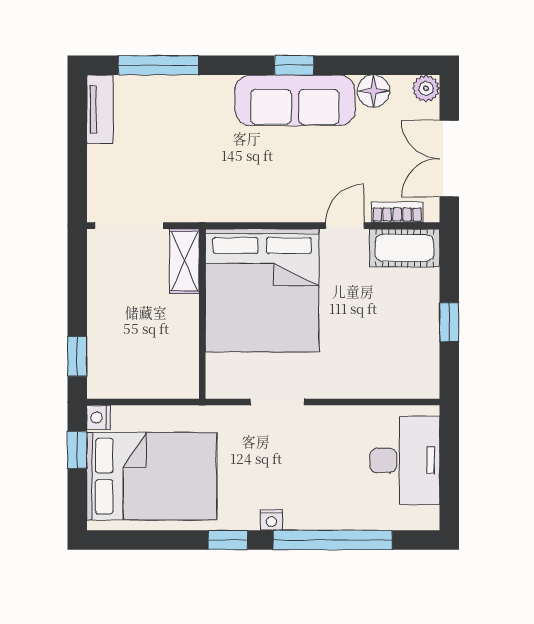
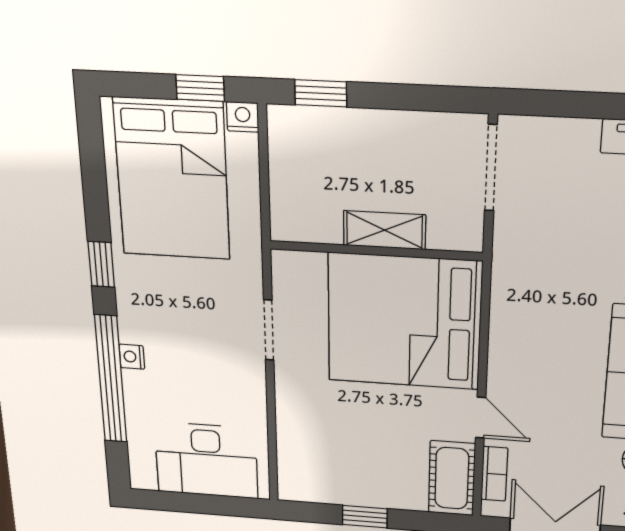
shelving: (184, 261) -> (384, 230), moved
nightstand: (271, 520) -> (132, 357), moved

